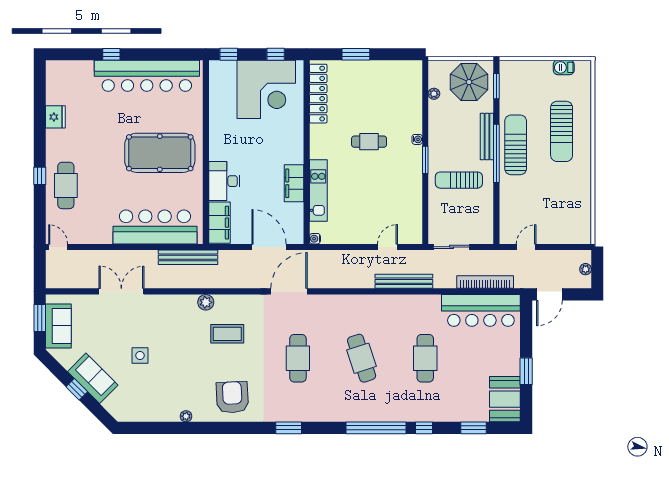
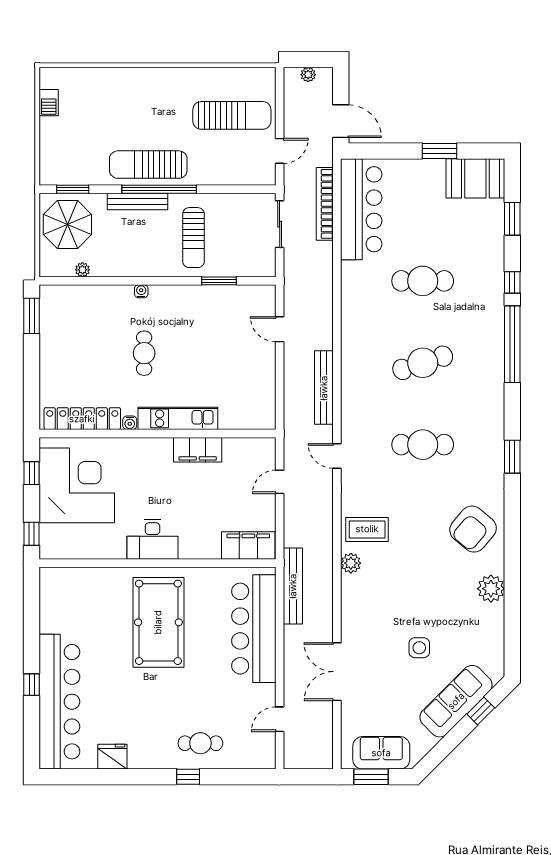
window: (356, 54) -> (32, 316), moved
bar counter: (147, 76) -> (59, 702), moved
sun lounger: (562, 131) -> (232, 115), moved
window: (425, 160) -> (219, 281), moved
desk: (224, 181) -> (152, 539), moved
cafe table: (66, 185) -> (200, 743), width x0.73, depth x0.74
kitchen unit: (318, 191) -> (178, 418), moved
water cooler: (315, 239) -> (130, 423), moved
door: (58, 247) -> (280, 719), moved
door: (269, 247) -> (280, 482), width x0.53
sliding door: (451, 247) -> (280, 224), moved
door: (526, 247) -> (280, 151), swing flipped
bench: (404, 281) -> (324, 388), moved
door: (289, 291) -> (337, 456), width x0.53
coffee table: (227, 334) -> (367, 529), moved, turned 90
sofa: (93, 378) -> (456, 701), width x1.36
window: (77, 389) -> (481, 711), moved
armchair: (232, 397) -> (473, 529), turned -47
plant: (186, 416) -> (491, 589), width x1.87, depth x1.87

